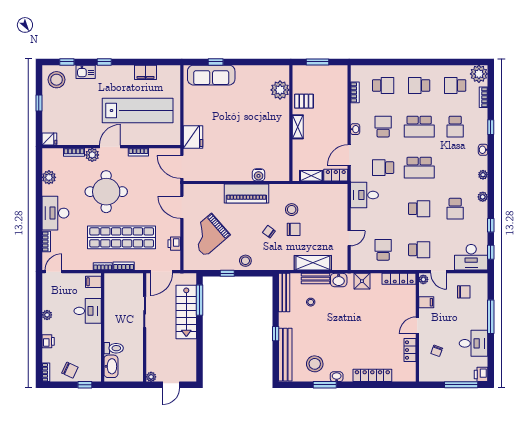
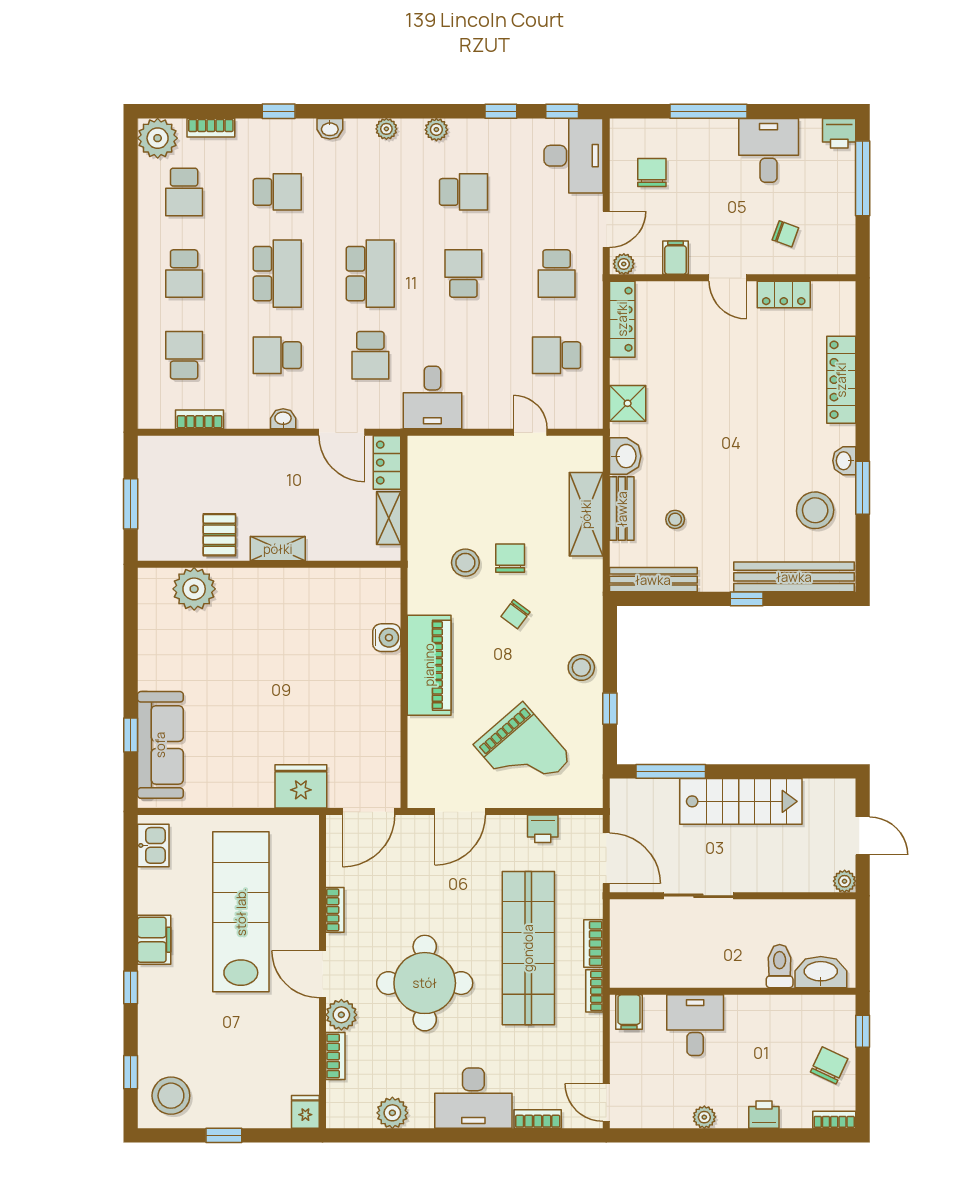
kitchen sink: (86, 72) -> (153, 845), moved
filing cabinet: (146, 72) -> (154, 940), moved
school desk: (419, 250) -> (557, 274), turned 180
stairs: (186, 312) -> (741, 801), moved

